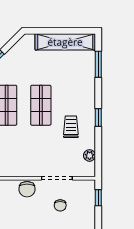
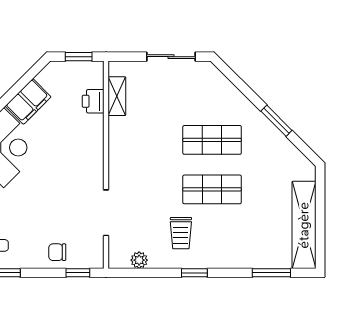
trolley: (71, 127) -> (181, 233), turned 90
chair: (27, 189) -> (90, 169), removed
chair: (60, 205) -> (57, 252), moved

